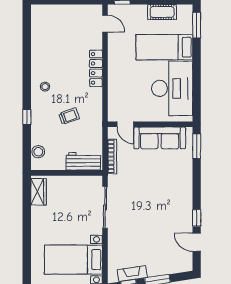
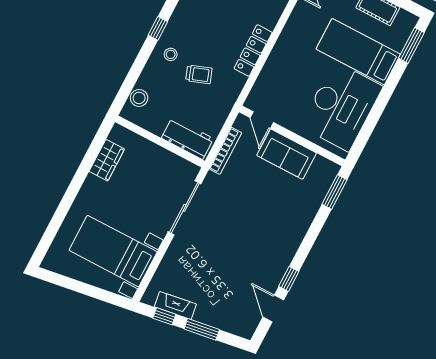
locker: (96, 68) -> (253, 50), moved
stool: (45, 87) -> (171, 54), moved
window: (27, 117) -> (158, 28), moved
sofa: (160, 138) -> (287, 154), width x0.73
wardrobe: (39, 192) -> (107, 160), moved

